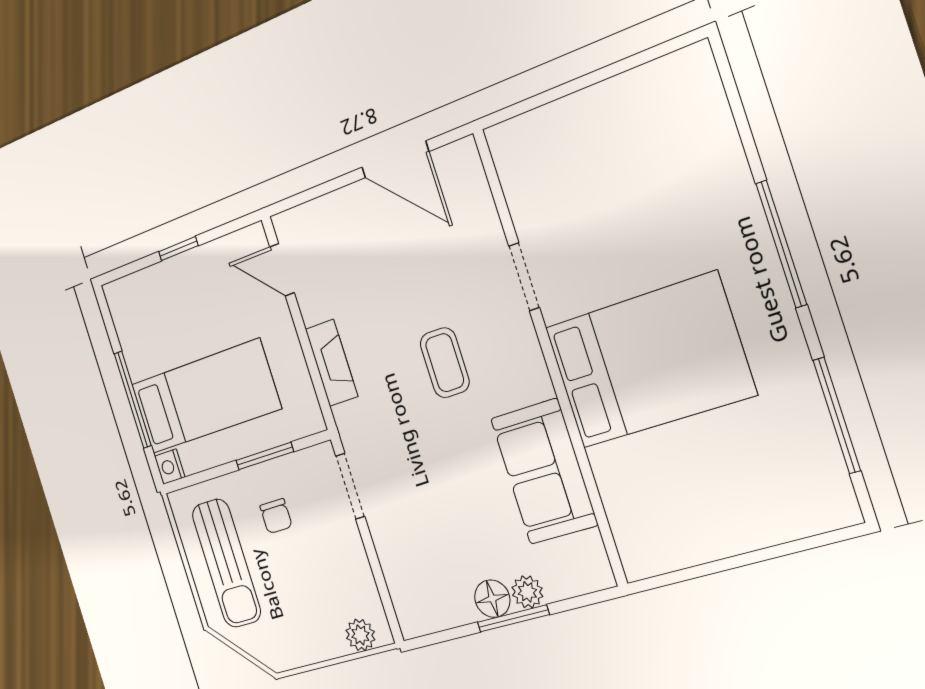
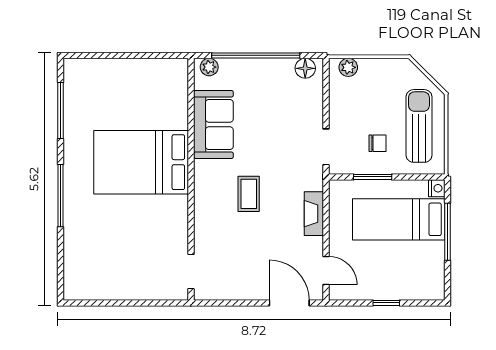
door: (395, 159) -> (289, 303), moved
doorway: (524, 277) -> (191, 271), moved
chair: (276, 516) -> (378, 143), turned 90
plant: (527, 592) -> (209, 67), moved
floor lamp: (492, 599) -> (305, 68), moved
window: (513, 618) -> (256, 55), width x2.11

